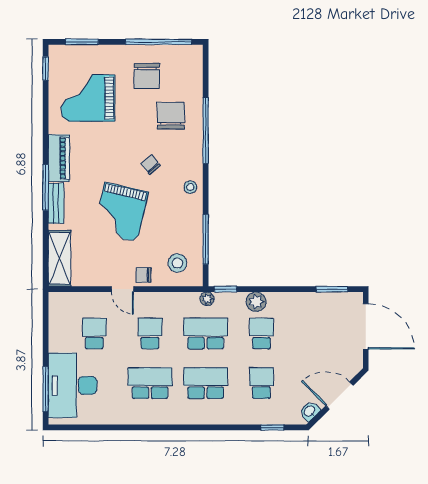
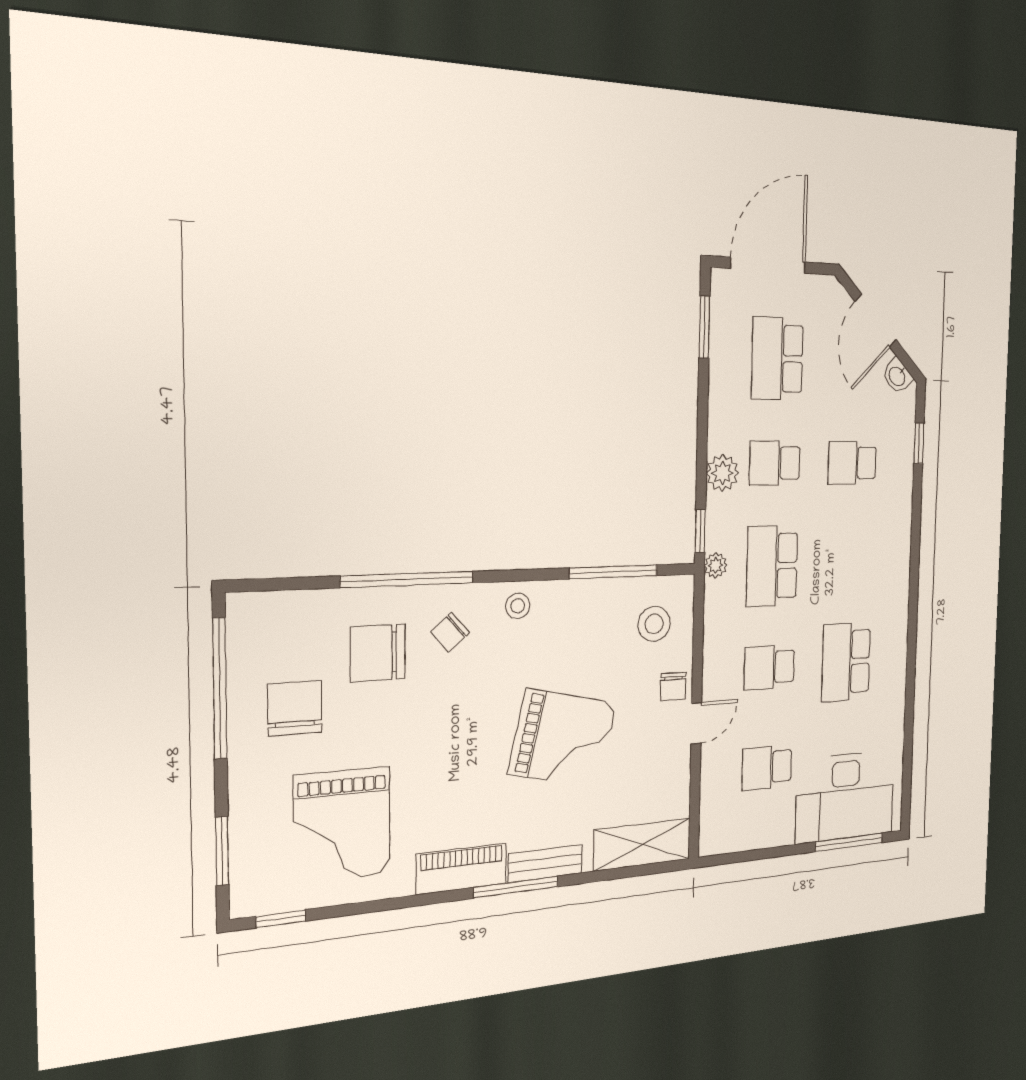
chair: (147, 76) -> (295, 708), turned -90
chair: (151, 164) -> (450, 632), moved
school desk: (206, 383) -> (777, 359), moved

